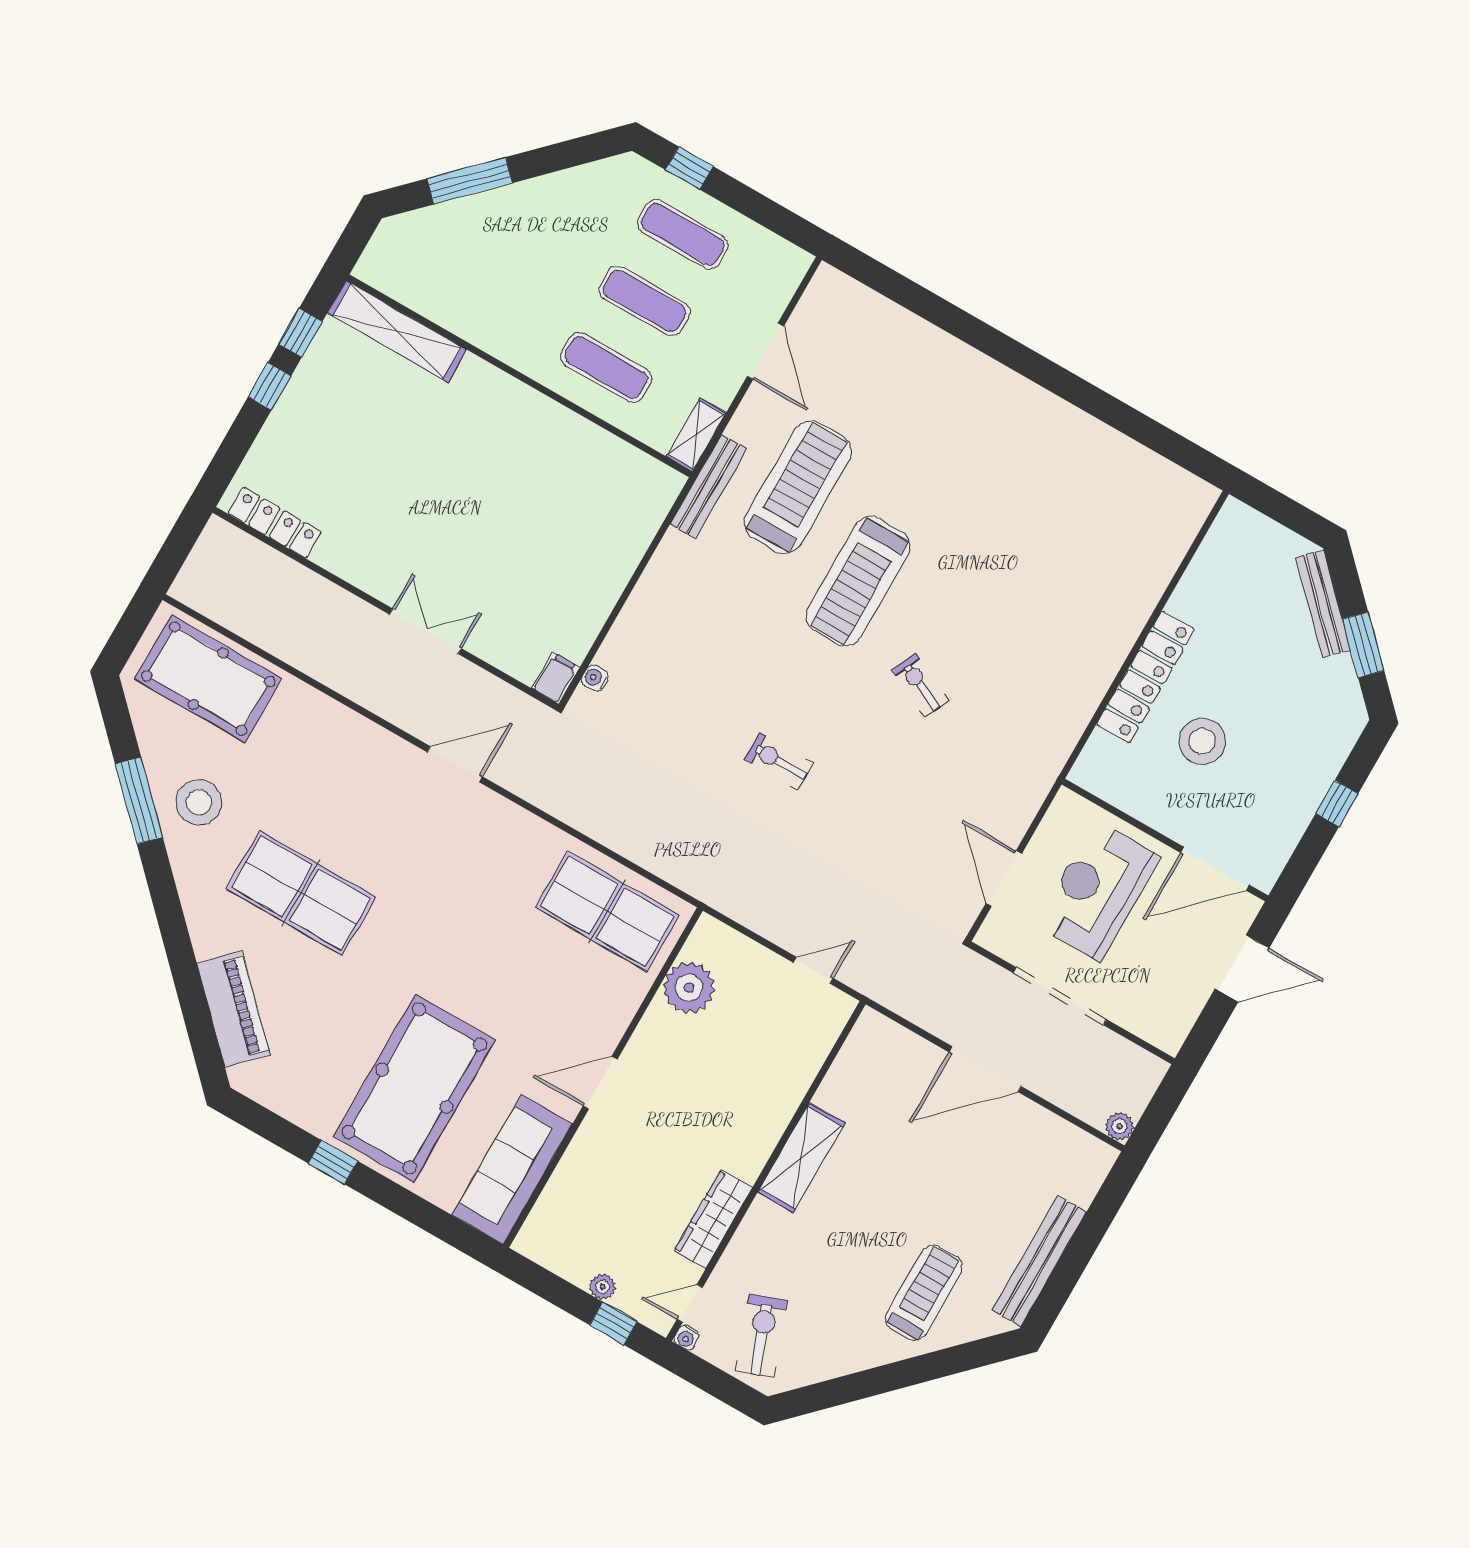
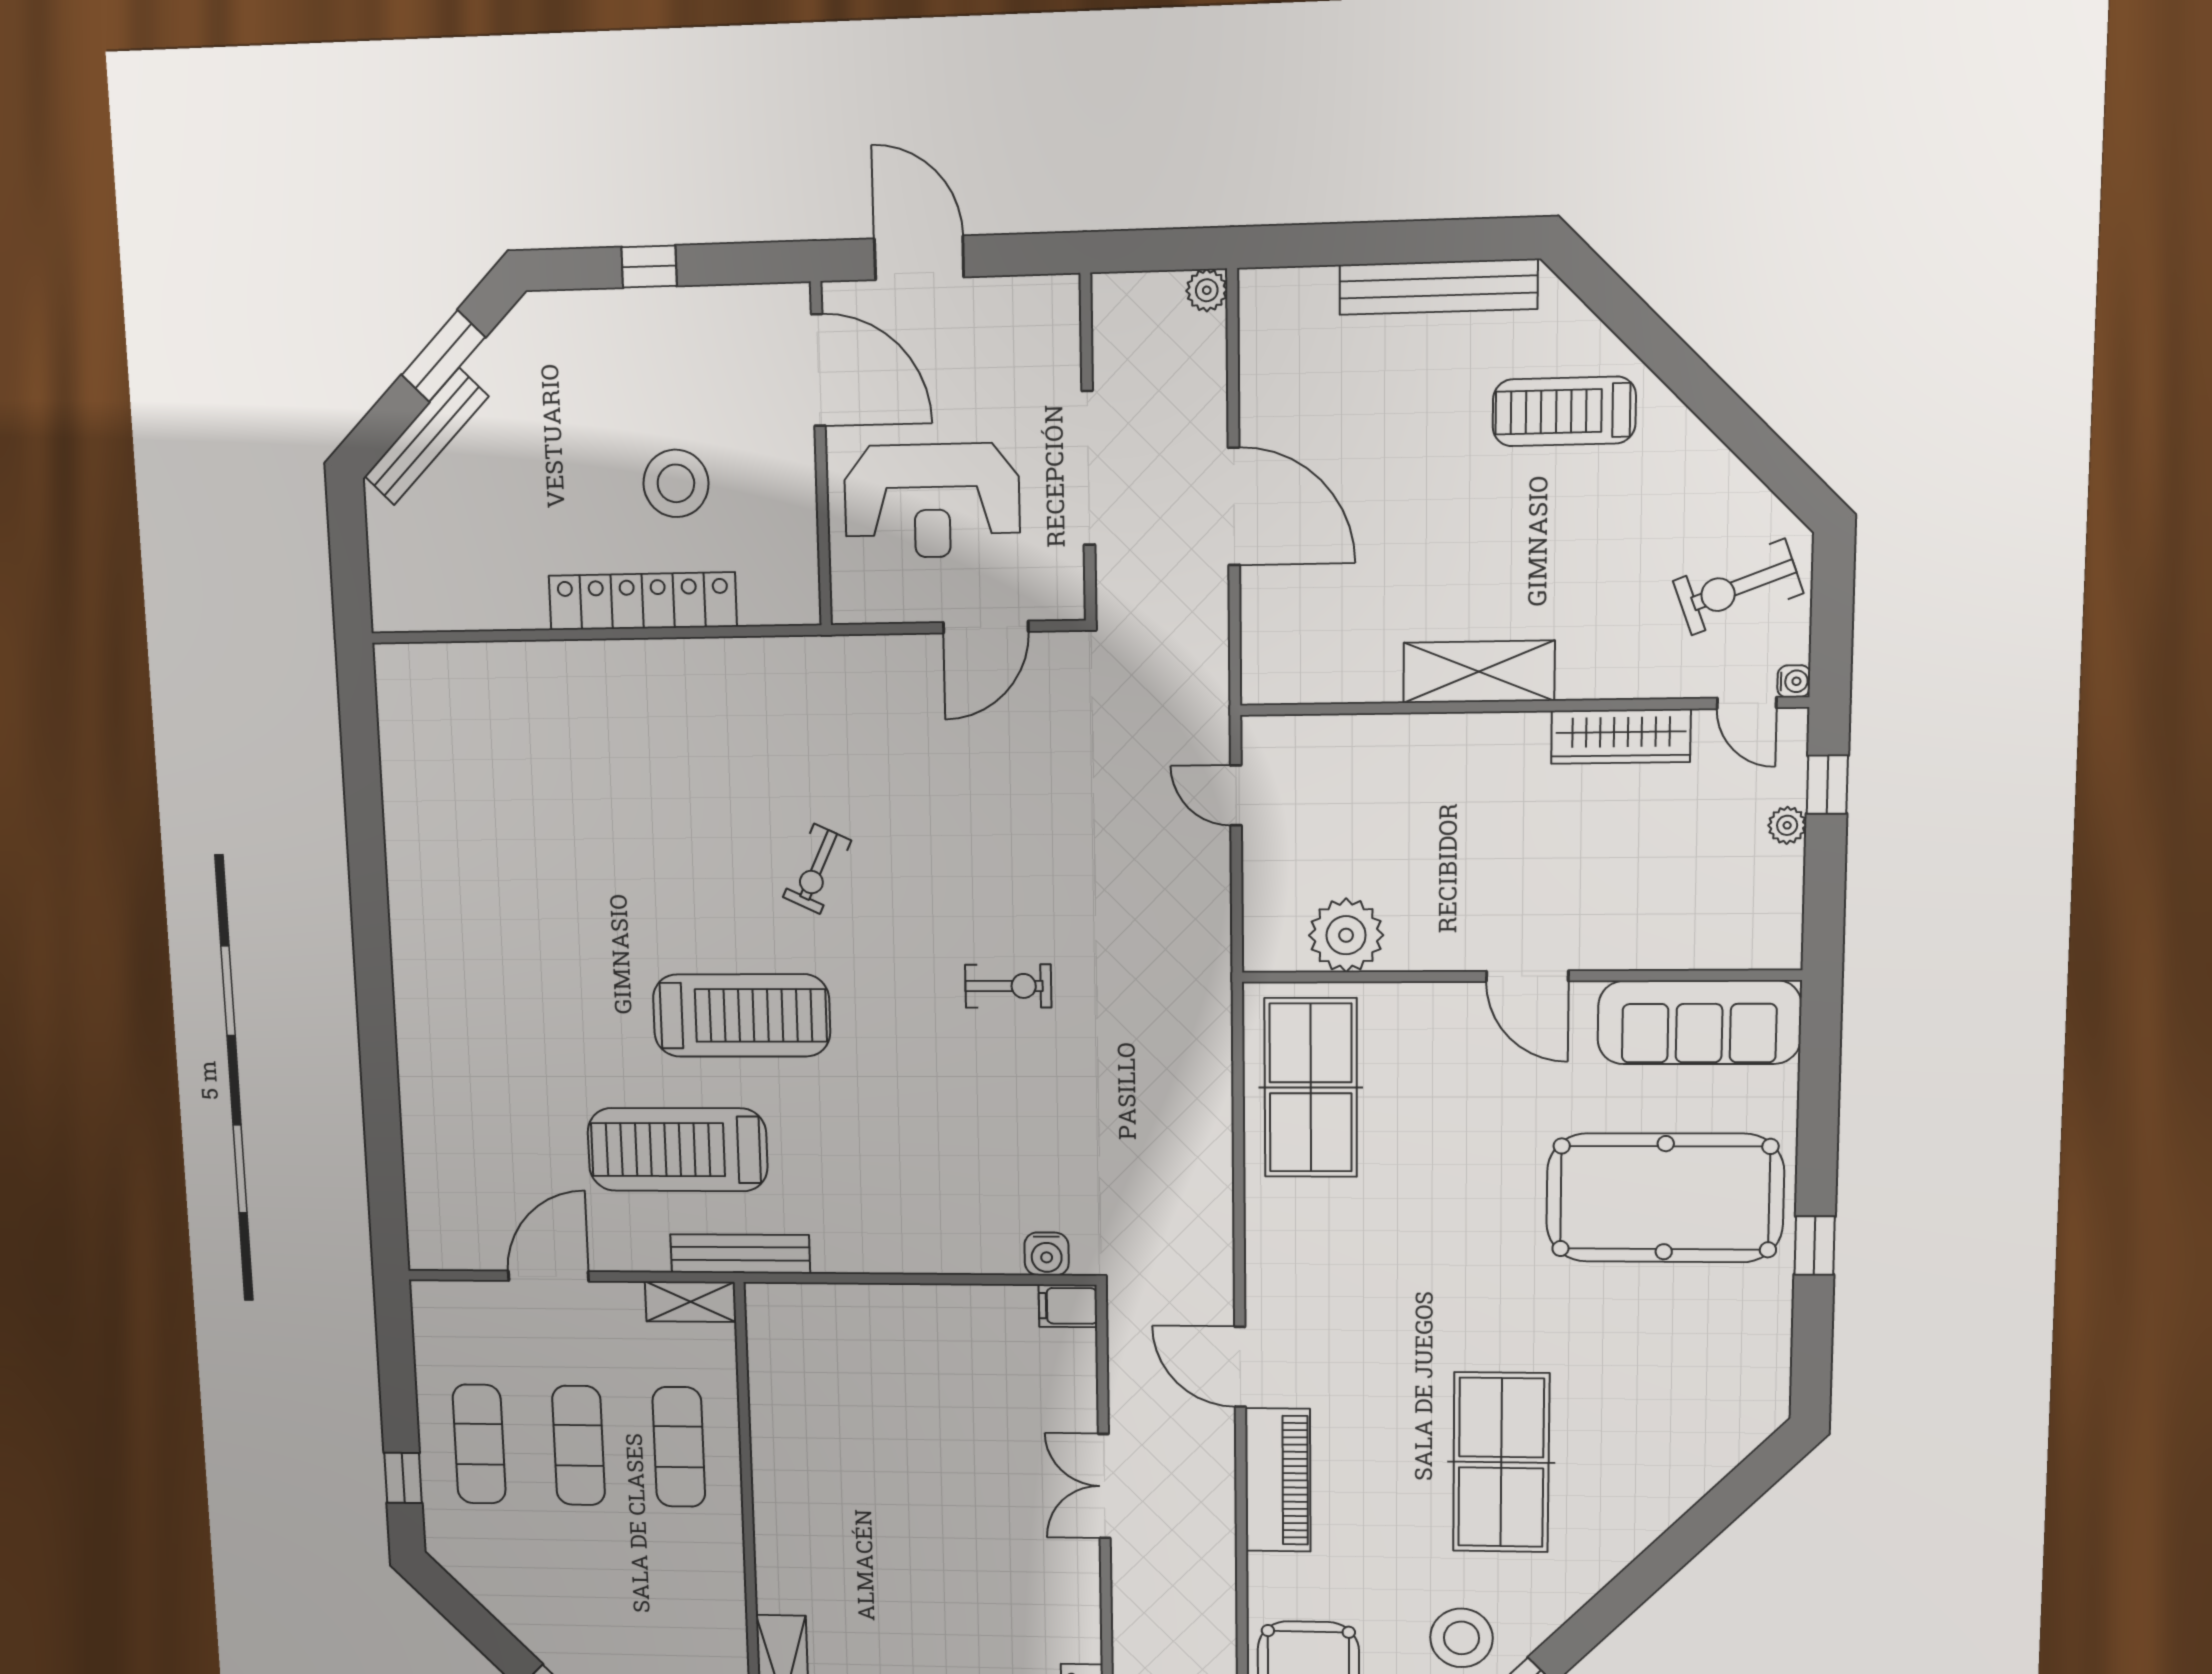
water cooler: (595, 678) -> (1047, 1254), width x1.38, depth x1.38
exercise bike: (778, 761) -> (1008, 986), turned -90
piano: (233, 1009) -> (1278, 1480), moved, turned 135

